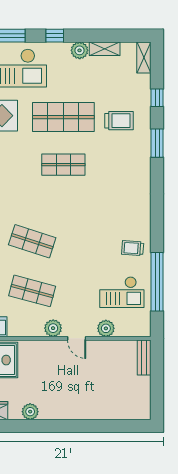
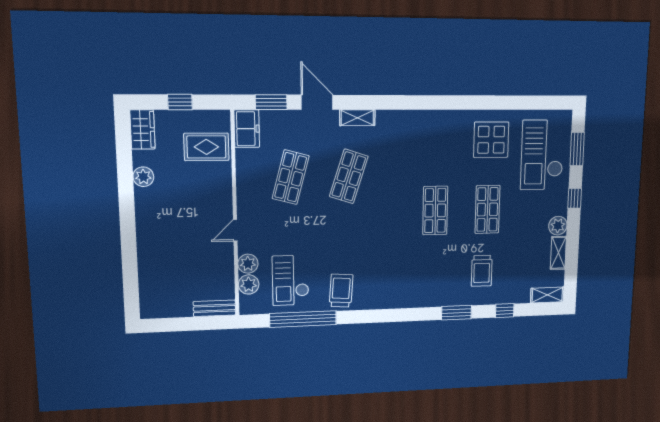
shop shelf: (63, 117) -> (487, 209), width x0.70, depth x0.74
trolley: (133, 248) -> (341, 291), width x1.36, depth x1.39
plant: (53, 328) -> (249, 284), moved

